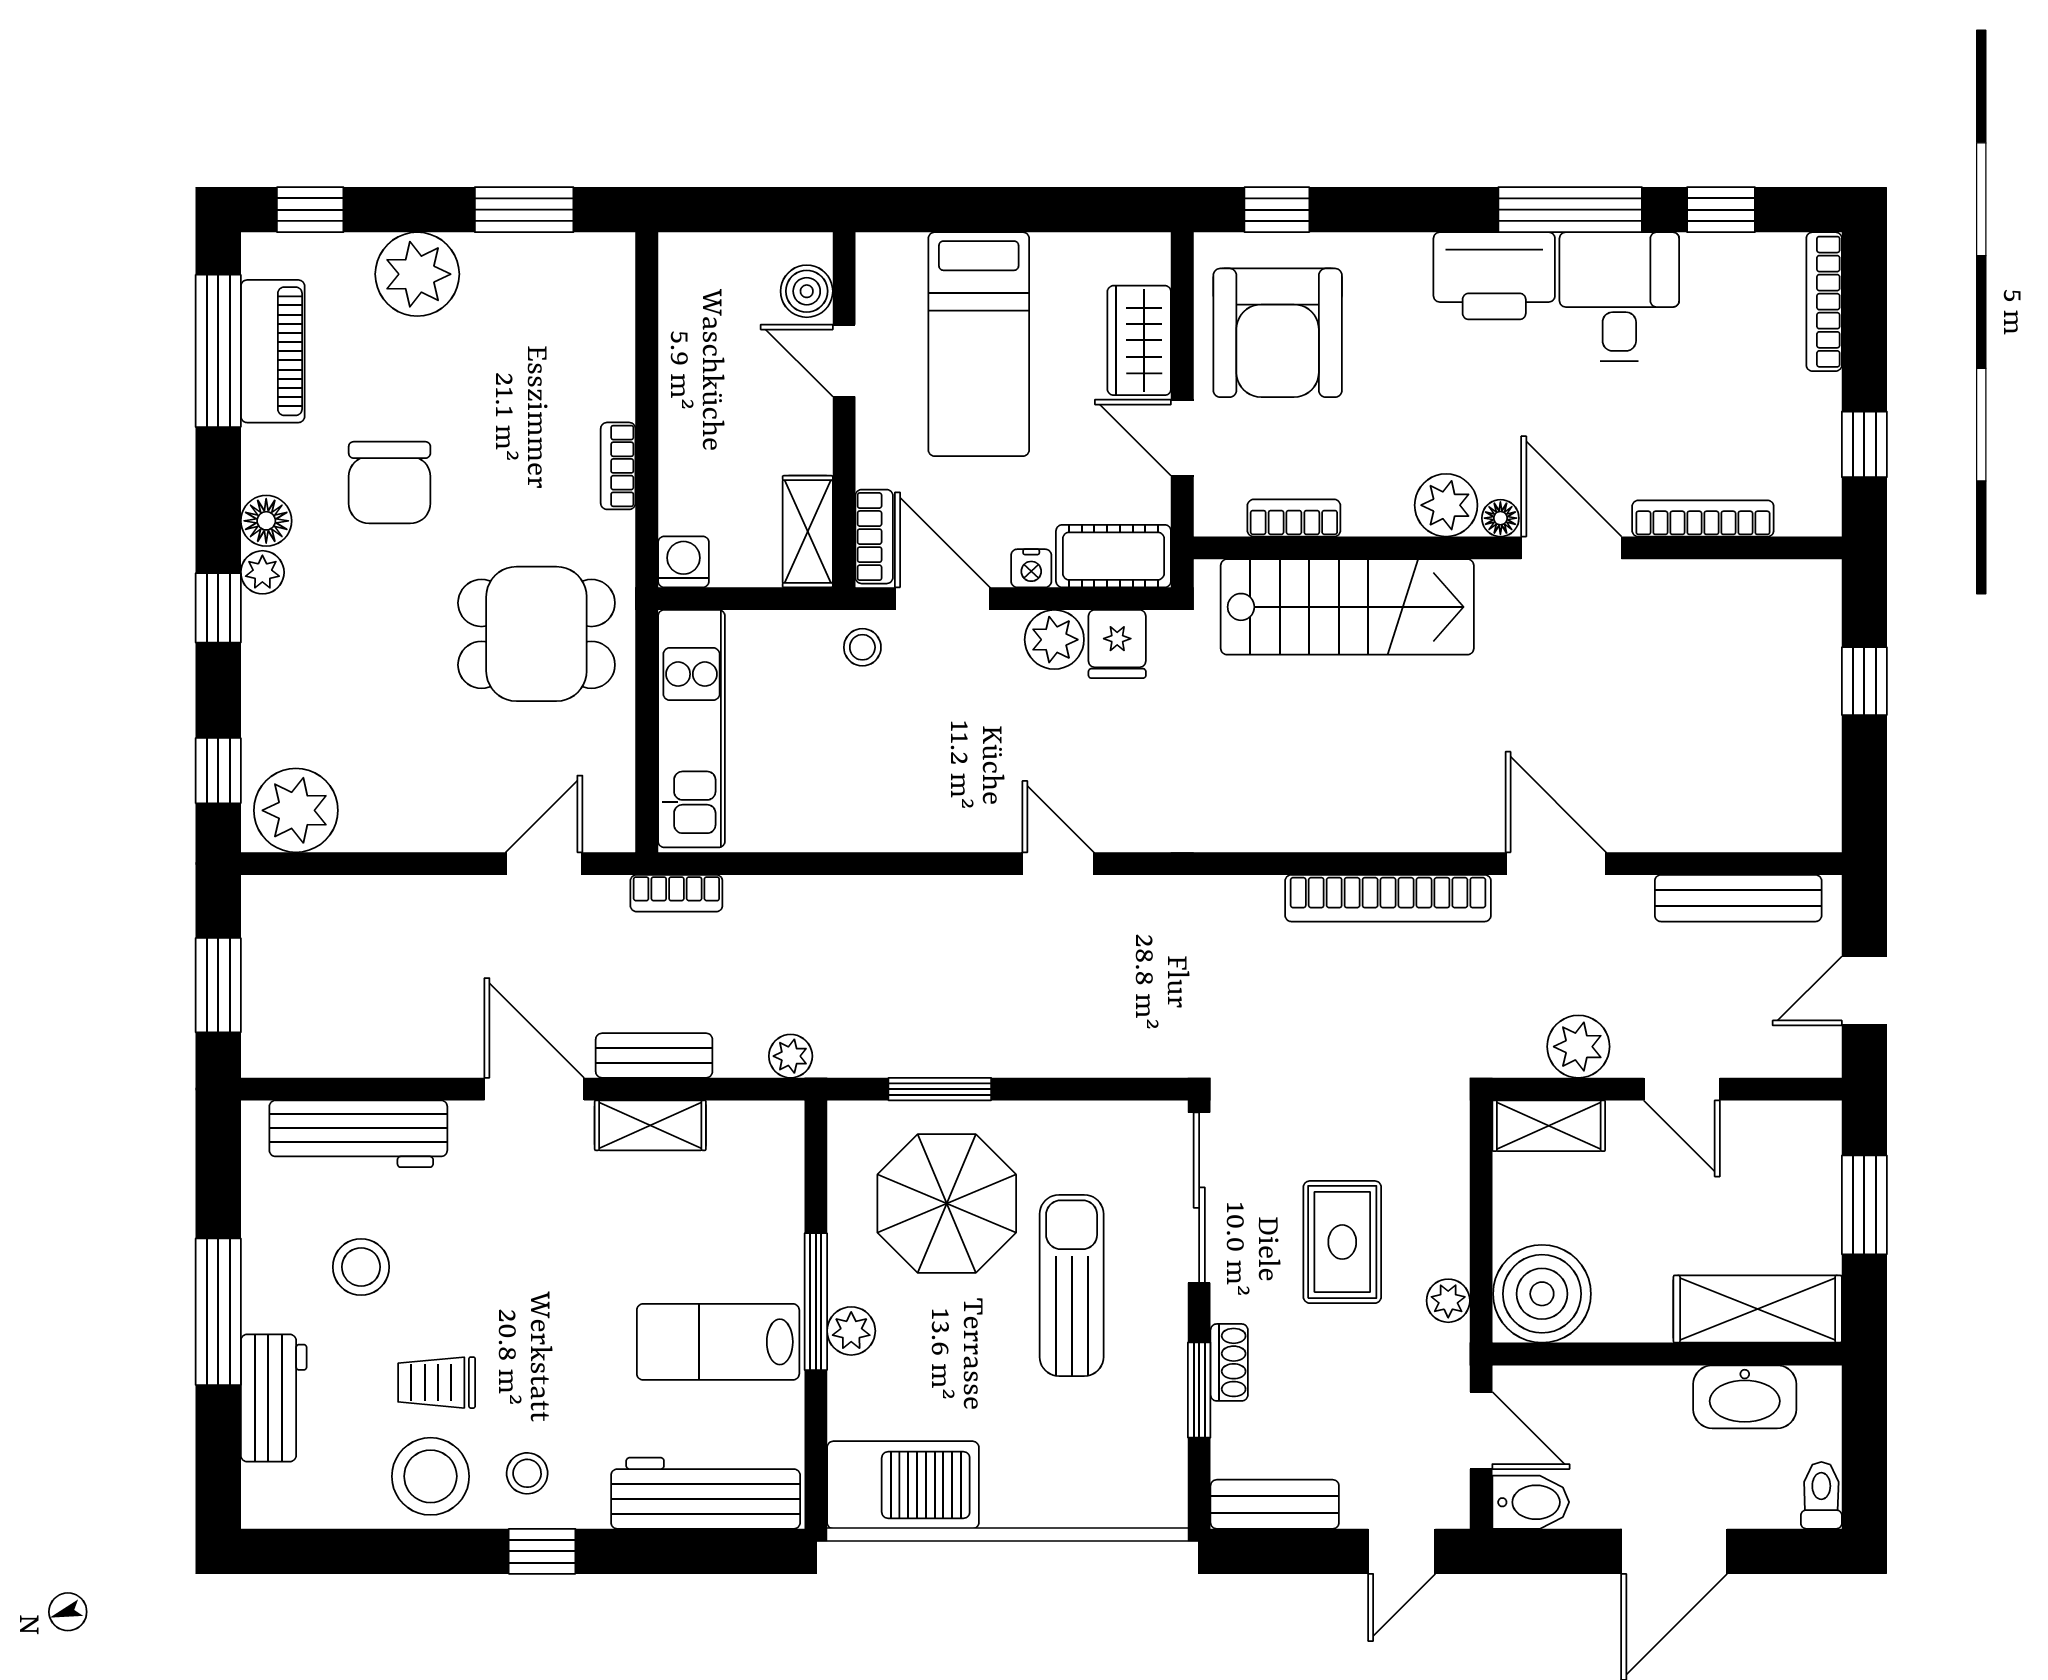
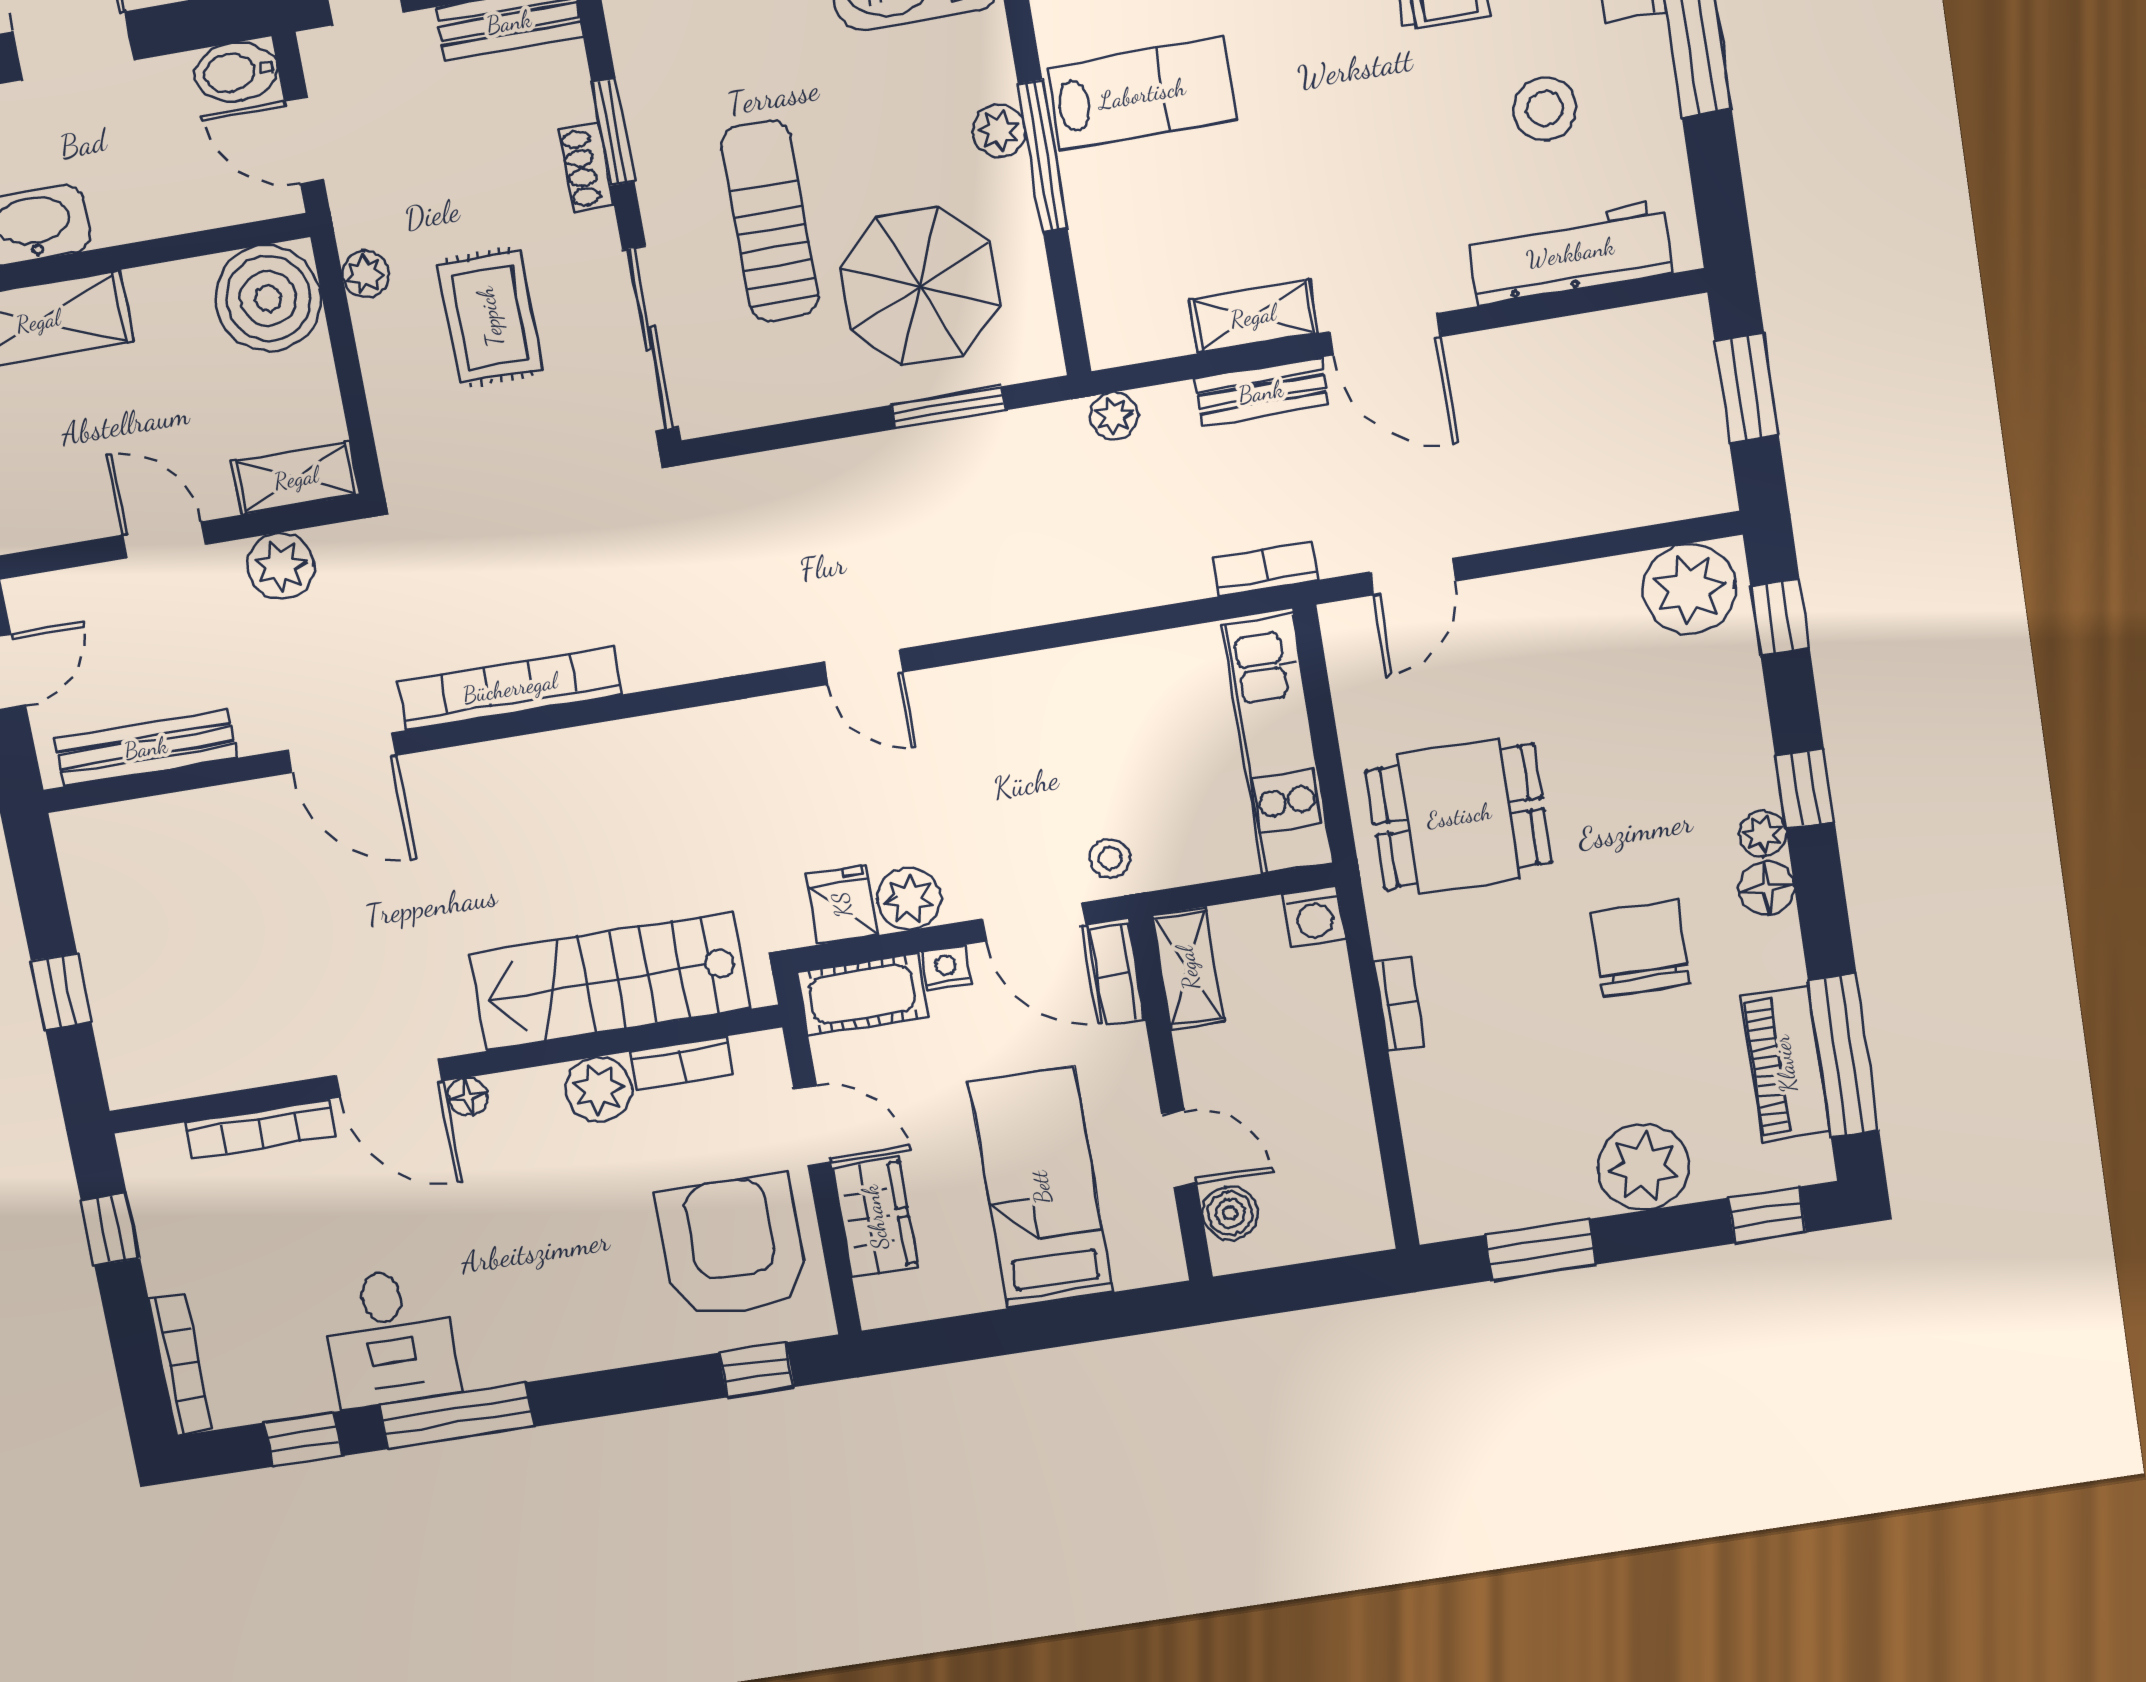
printer: (1494, 276) -> (521, 1338), removed
plant: (1446, 505) -> (599, 1089), moved
sun lounger: (1072, 1285) -> (770, 221), turned 180

